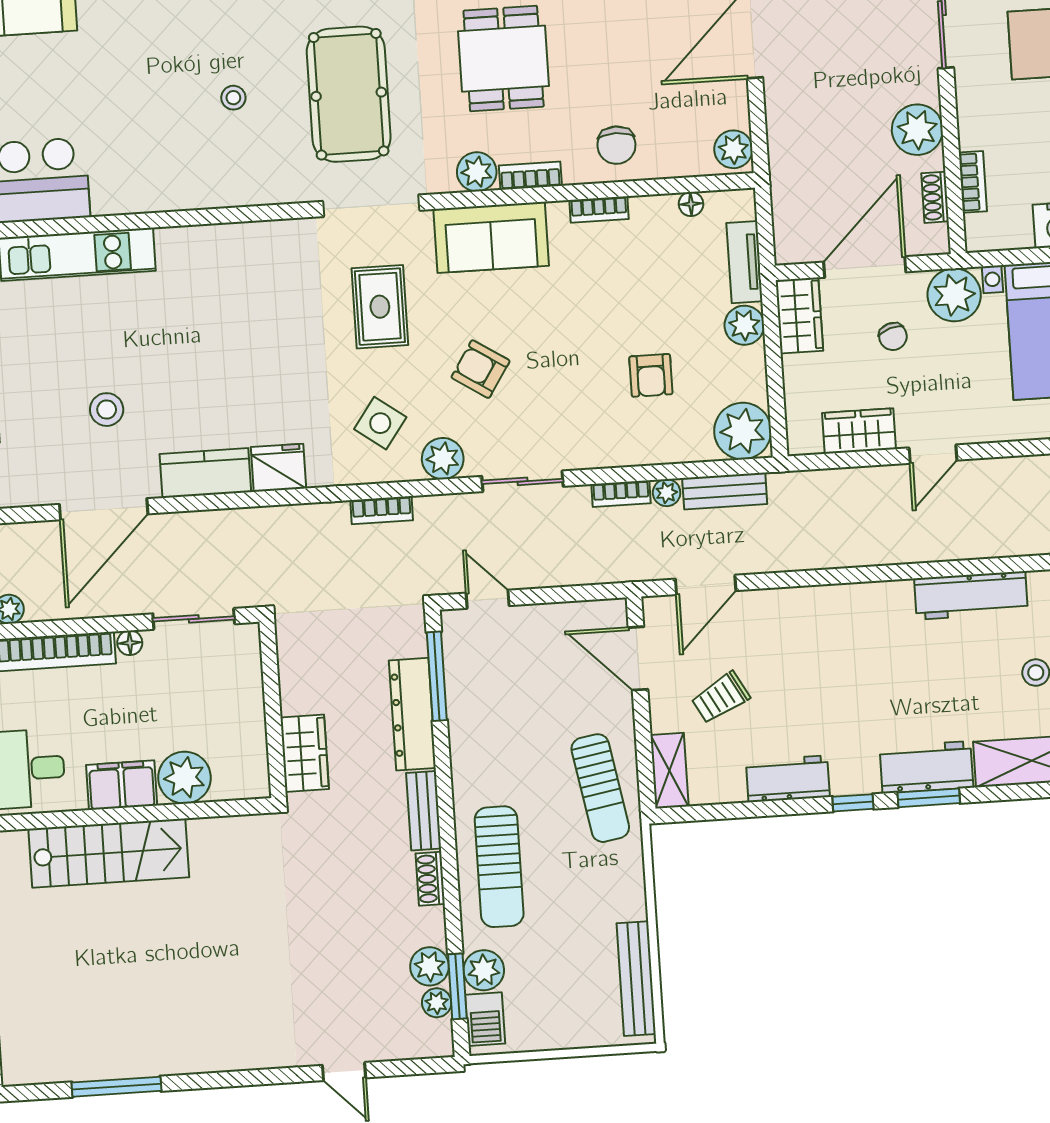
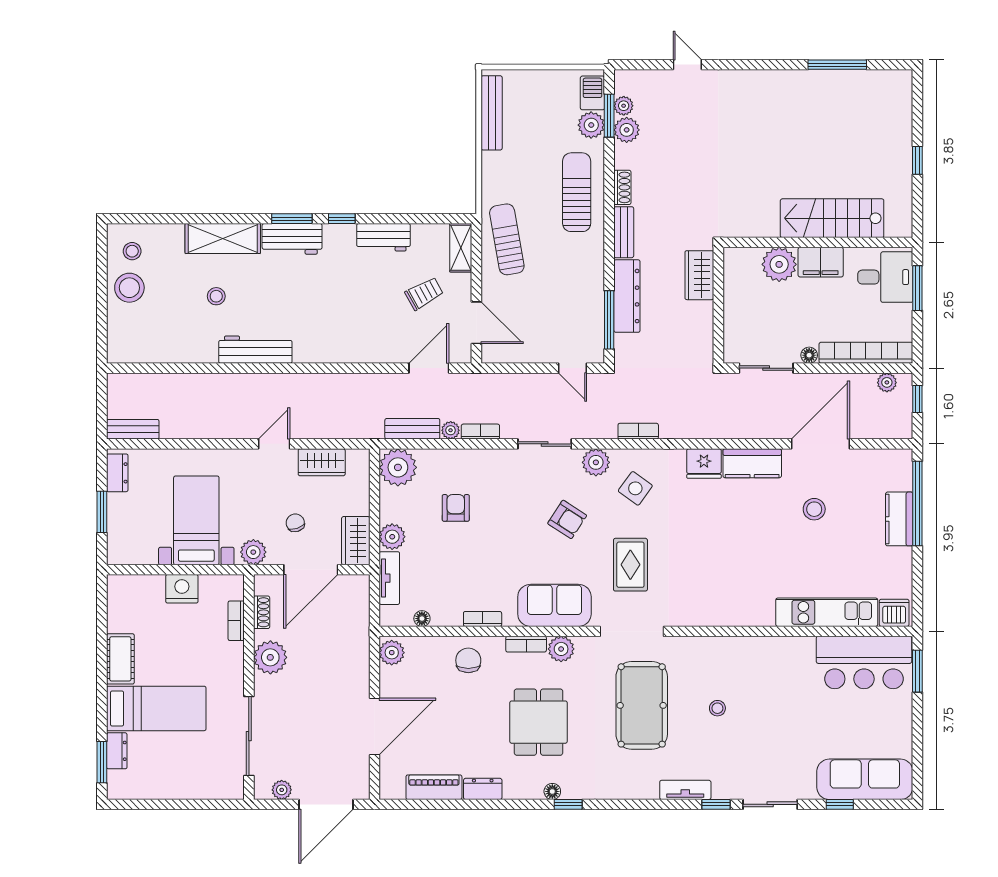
plant: (954, 295) -> (253, 552), width x0.73, depth x0.73

